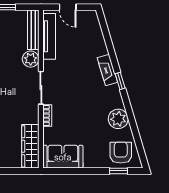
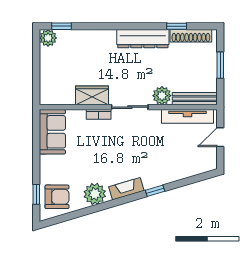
fireplace: (107, 70) -> (126, 189), moved
window: (120, 81) -> (155, 191), moved
wardrobe: (30, 146) -> (92, 95), moved, width x0.67

